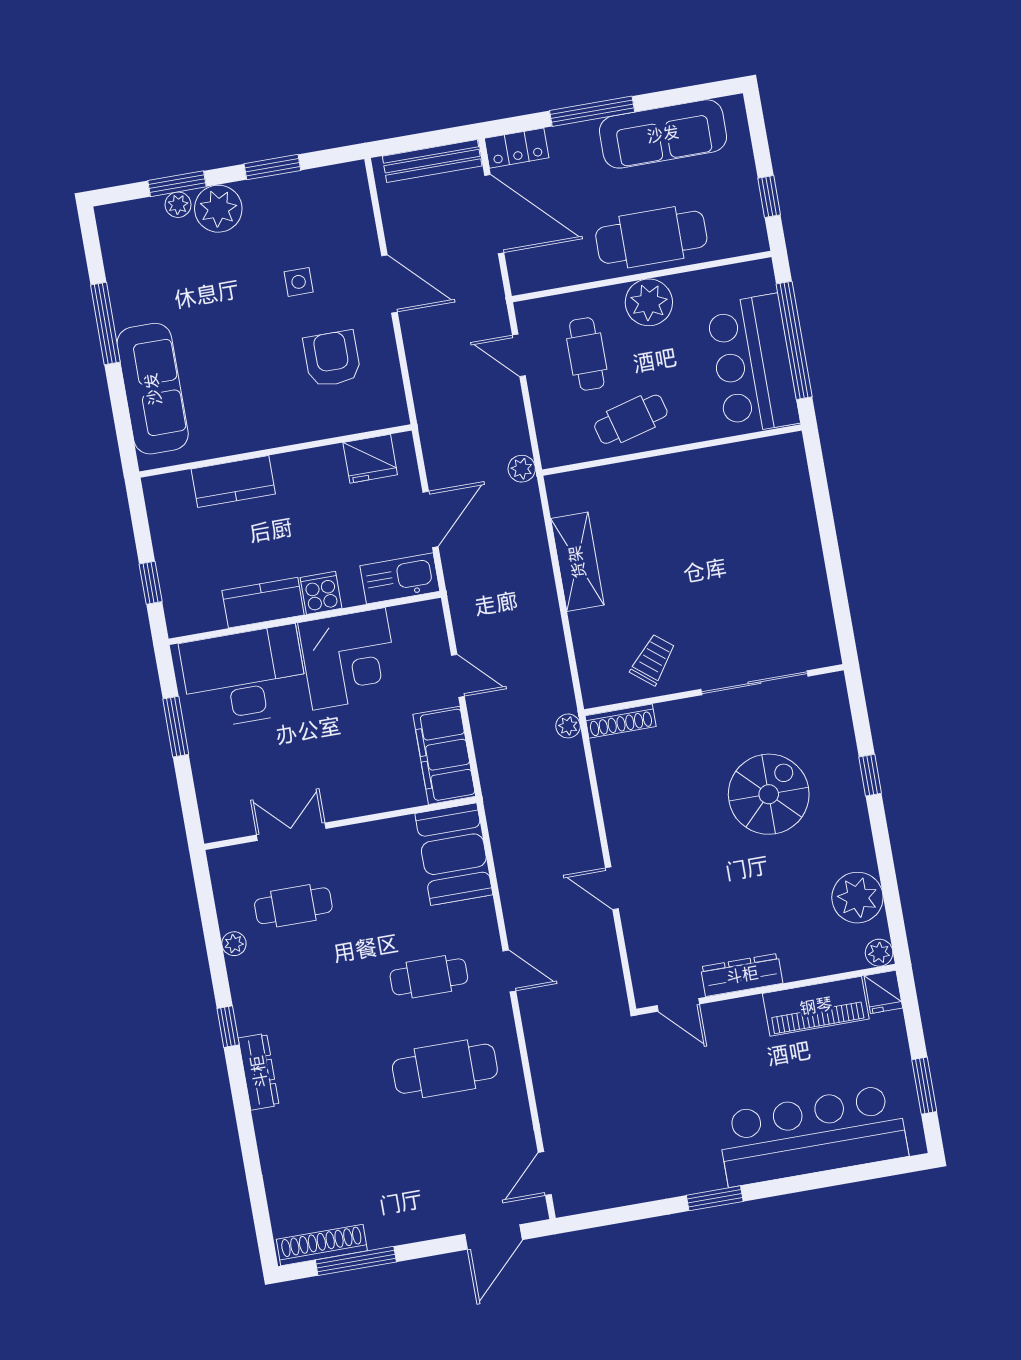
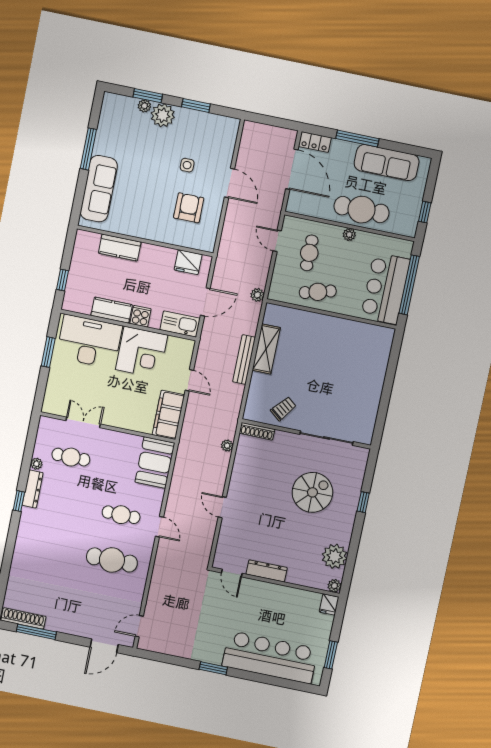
bench: (432, 161) -> (244, 360), moved, turned 90
plant: (649, 302) -> (349, 235), width x0.53, depth x0.53
plant: (568, 726) -> (227, 446), moved
piano: (816, 1006) -> (295, 599), removed
dresser: (259, 1072) -> (33, 489), moved

